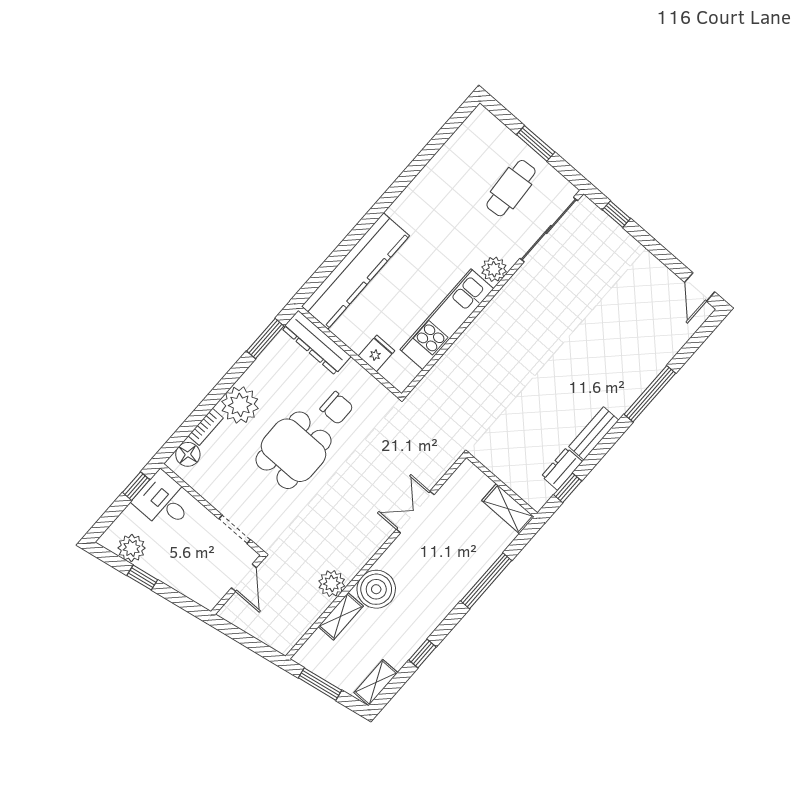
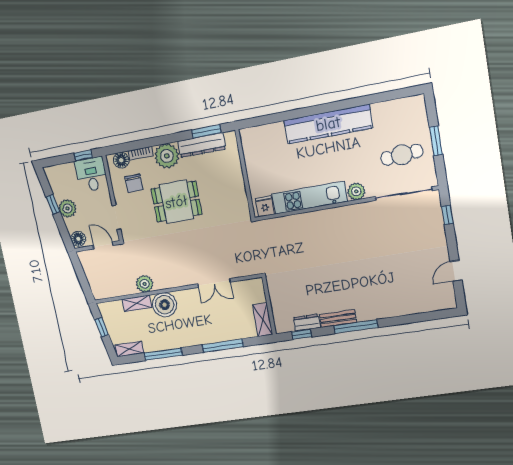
kitchen counter: (355, 271) -> (328, 124), moved
door: (700, 287) -> (456, 271), moved
dresser: (316, 343) -> (202, 145), moved, turned -90
fridge: (377, 353) -> (265, 206), moved, turned -90
window: (650, 394) -> (356, 327), moved
chair: (337, 408) -> (134, 183), moved
double door: (415, 512) -> (214, 283), swing flipped
plant: (132, 548) -> (67, 208), moved
door: (244, 578) -> (103, 245), swing flipped
floor lamp: (207, 595) -> (78, 239), added
window: (423, 654) -> (163, 354), width x2.17
window: (320, 684) -> (102, 327), width x0.67

